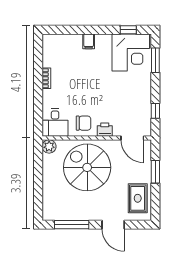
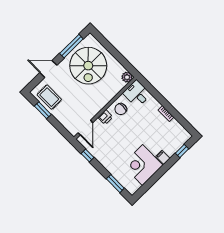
window: (128, 30) -> (182, 151), moved
corner desk: (131, 52) -> (143, 165), moved
door: (132, 138) -> (85, 128), swing flipped
spiral stairs: (87, 167) -> (88, 66), moved, turned 90
window: (155, 172) -> (43, 110), moved

